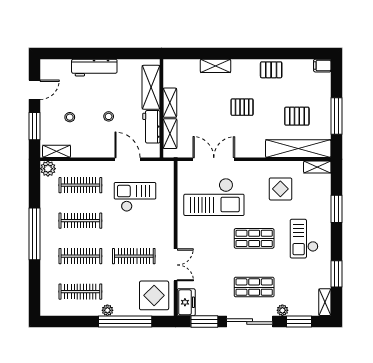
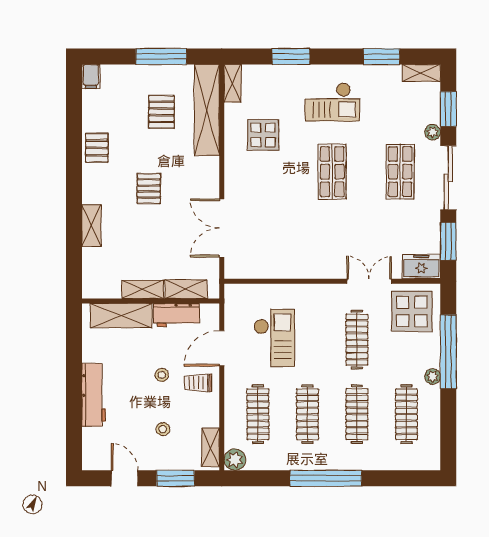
trolley: (103, 142) -> (198, 383), added
checkout: (135, 197) -> (274, 338), turned 180
checkout: (214, 197) -> (274, 228), removed

